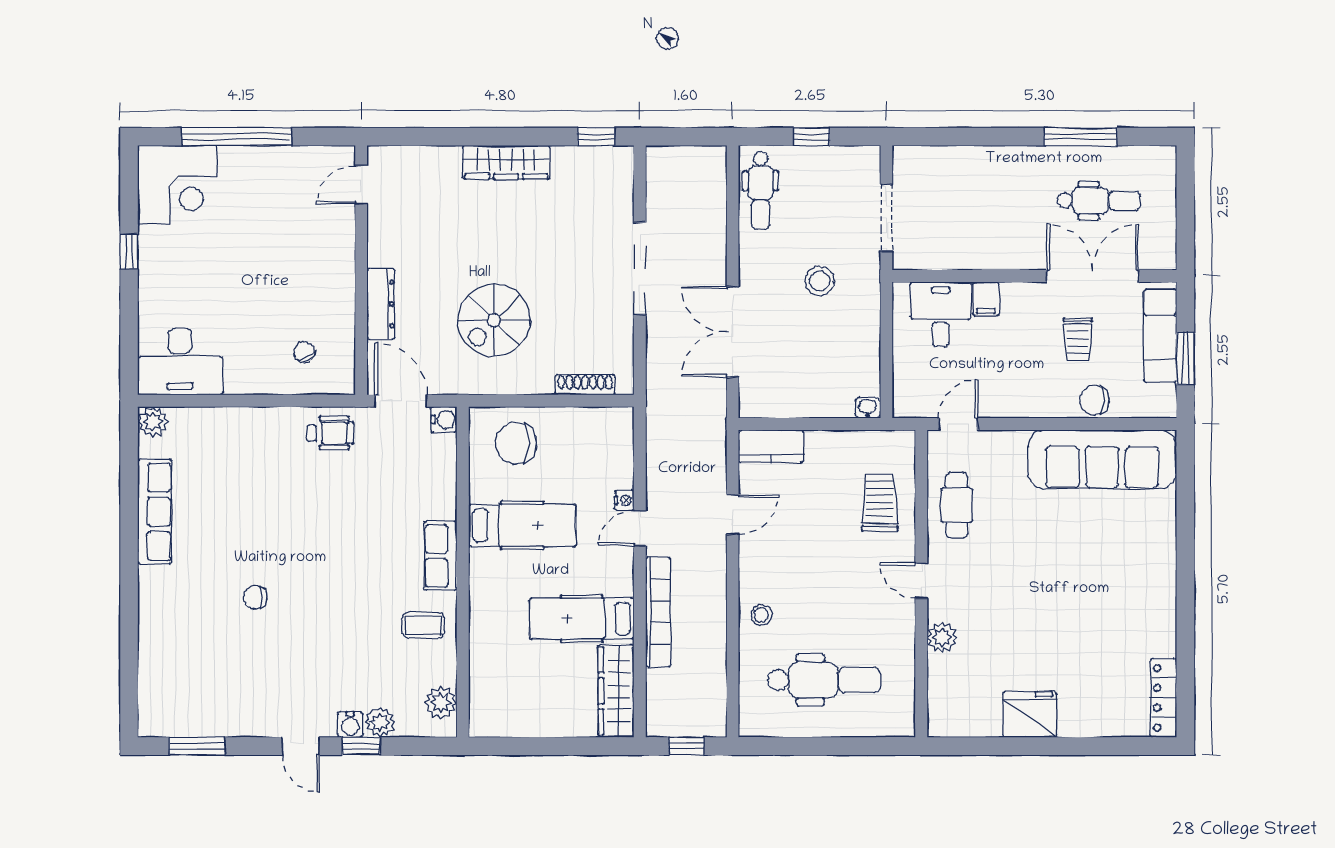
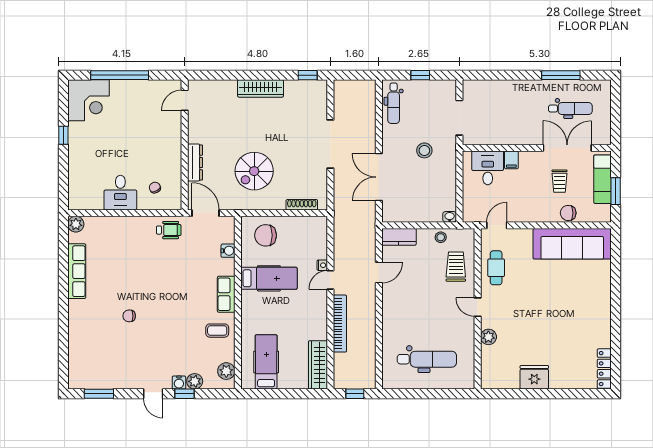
desk: (180, 362) -> (120, 193), moved, width x0.73
water cooler: (444, 420) -> (228, 251), moved
stool: (761, 615) -> (441, 237), moved
hospital bed: (582, 619) -> (266, 362), moved, turned 90

